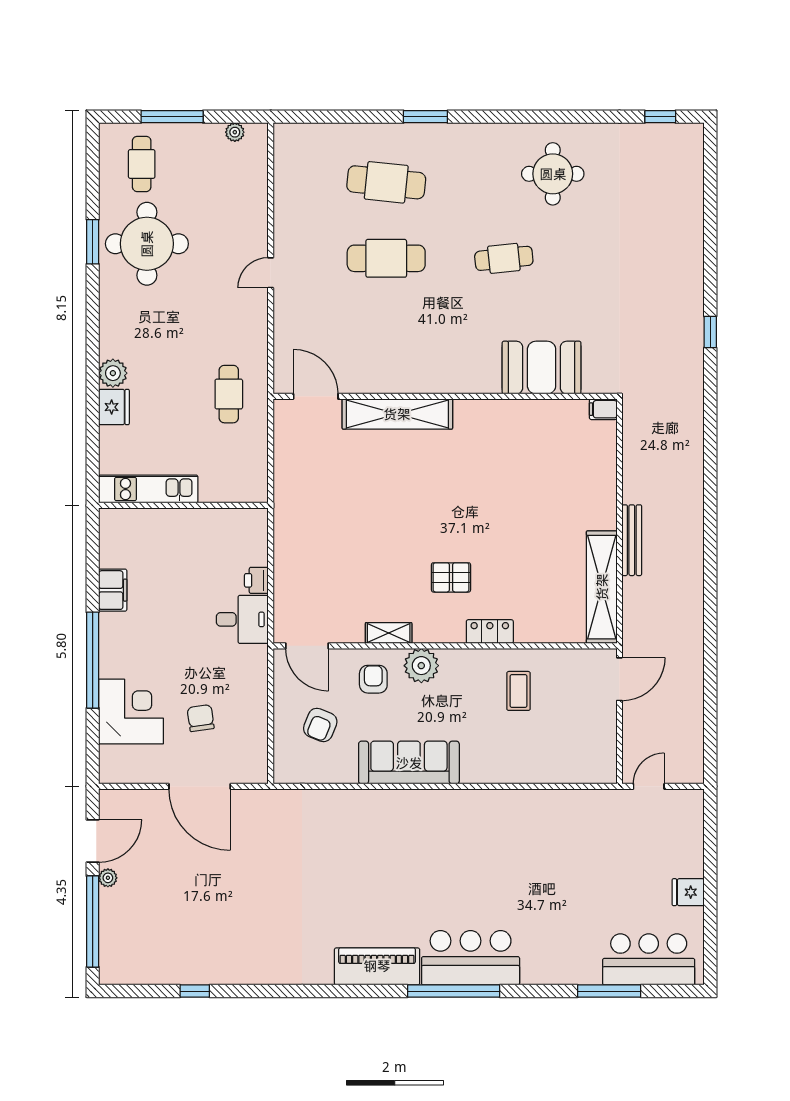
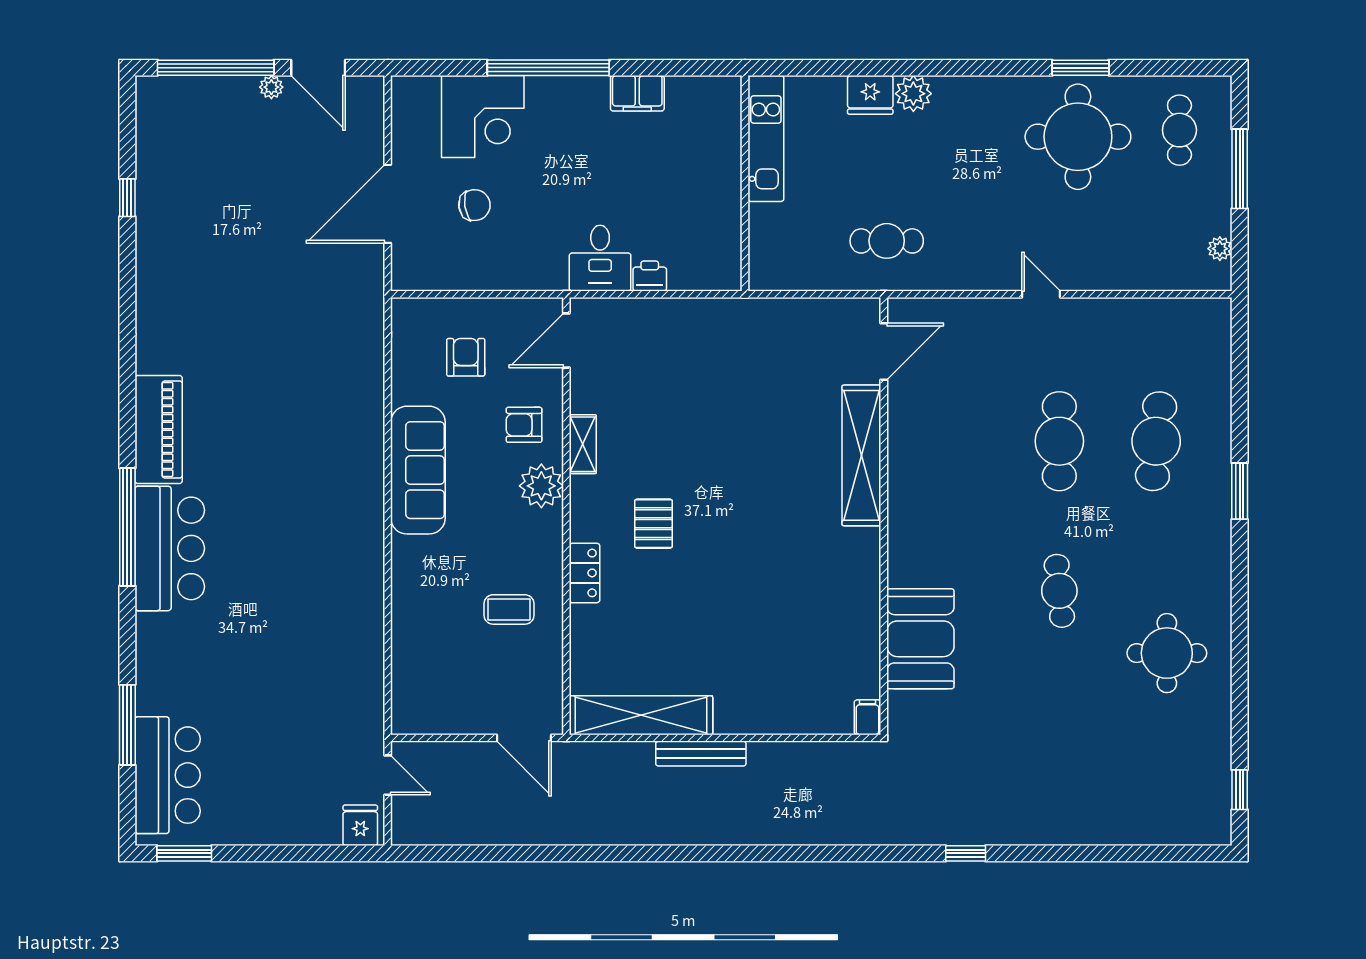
cafe table: (142, 164) -> (1179, 130), turned 90
armchair: (373, 679) -> (524, 425), turned 180
armchair: (320, 725) -> (466, 357), turned 68
fridge: (688, 892) -> (360, 825), moved
window: (710, 946) -> (184, 853), added

